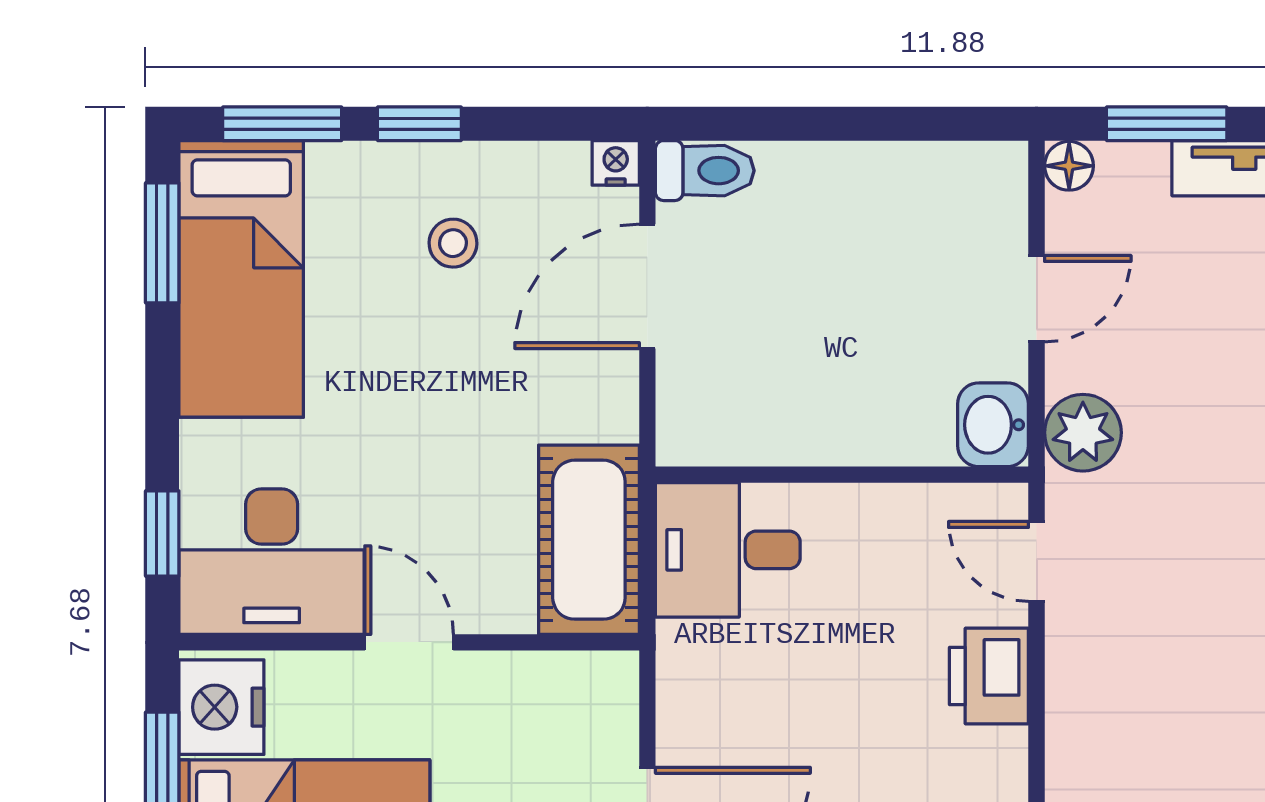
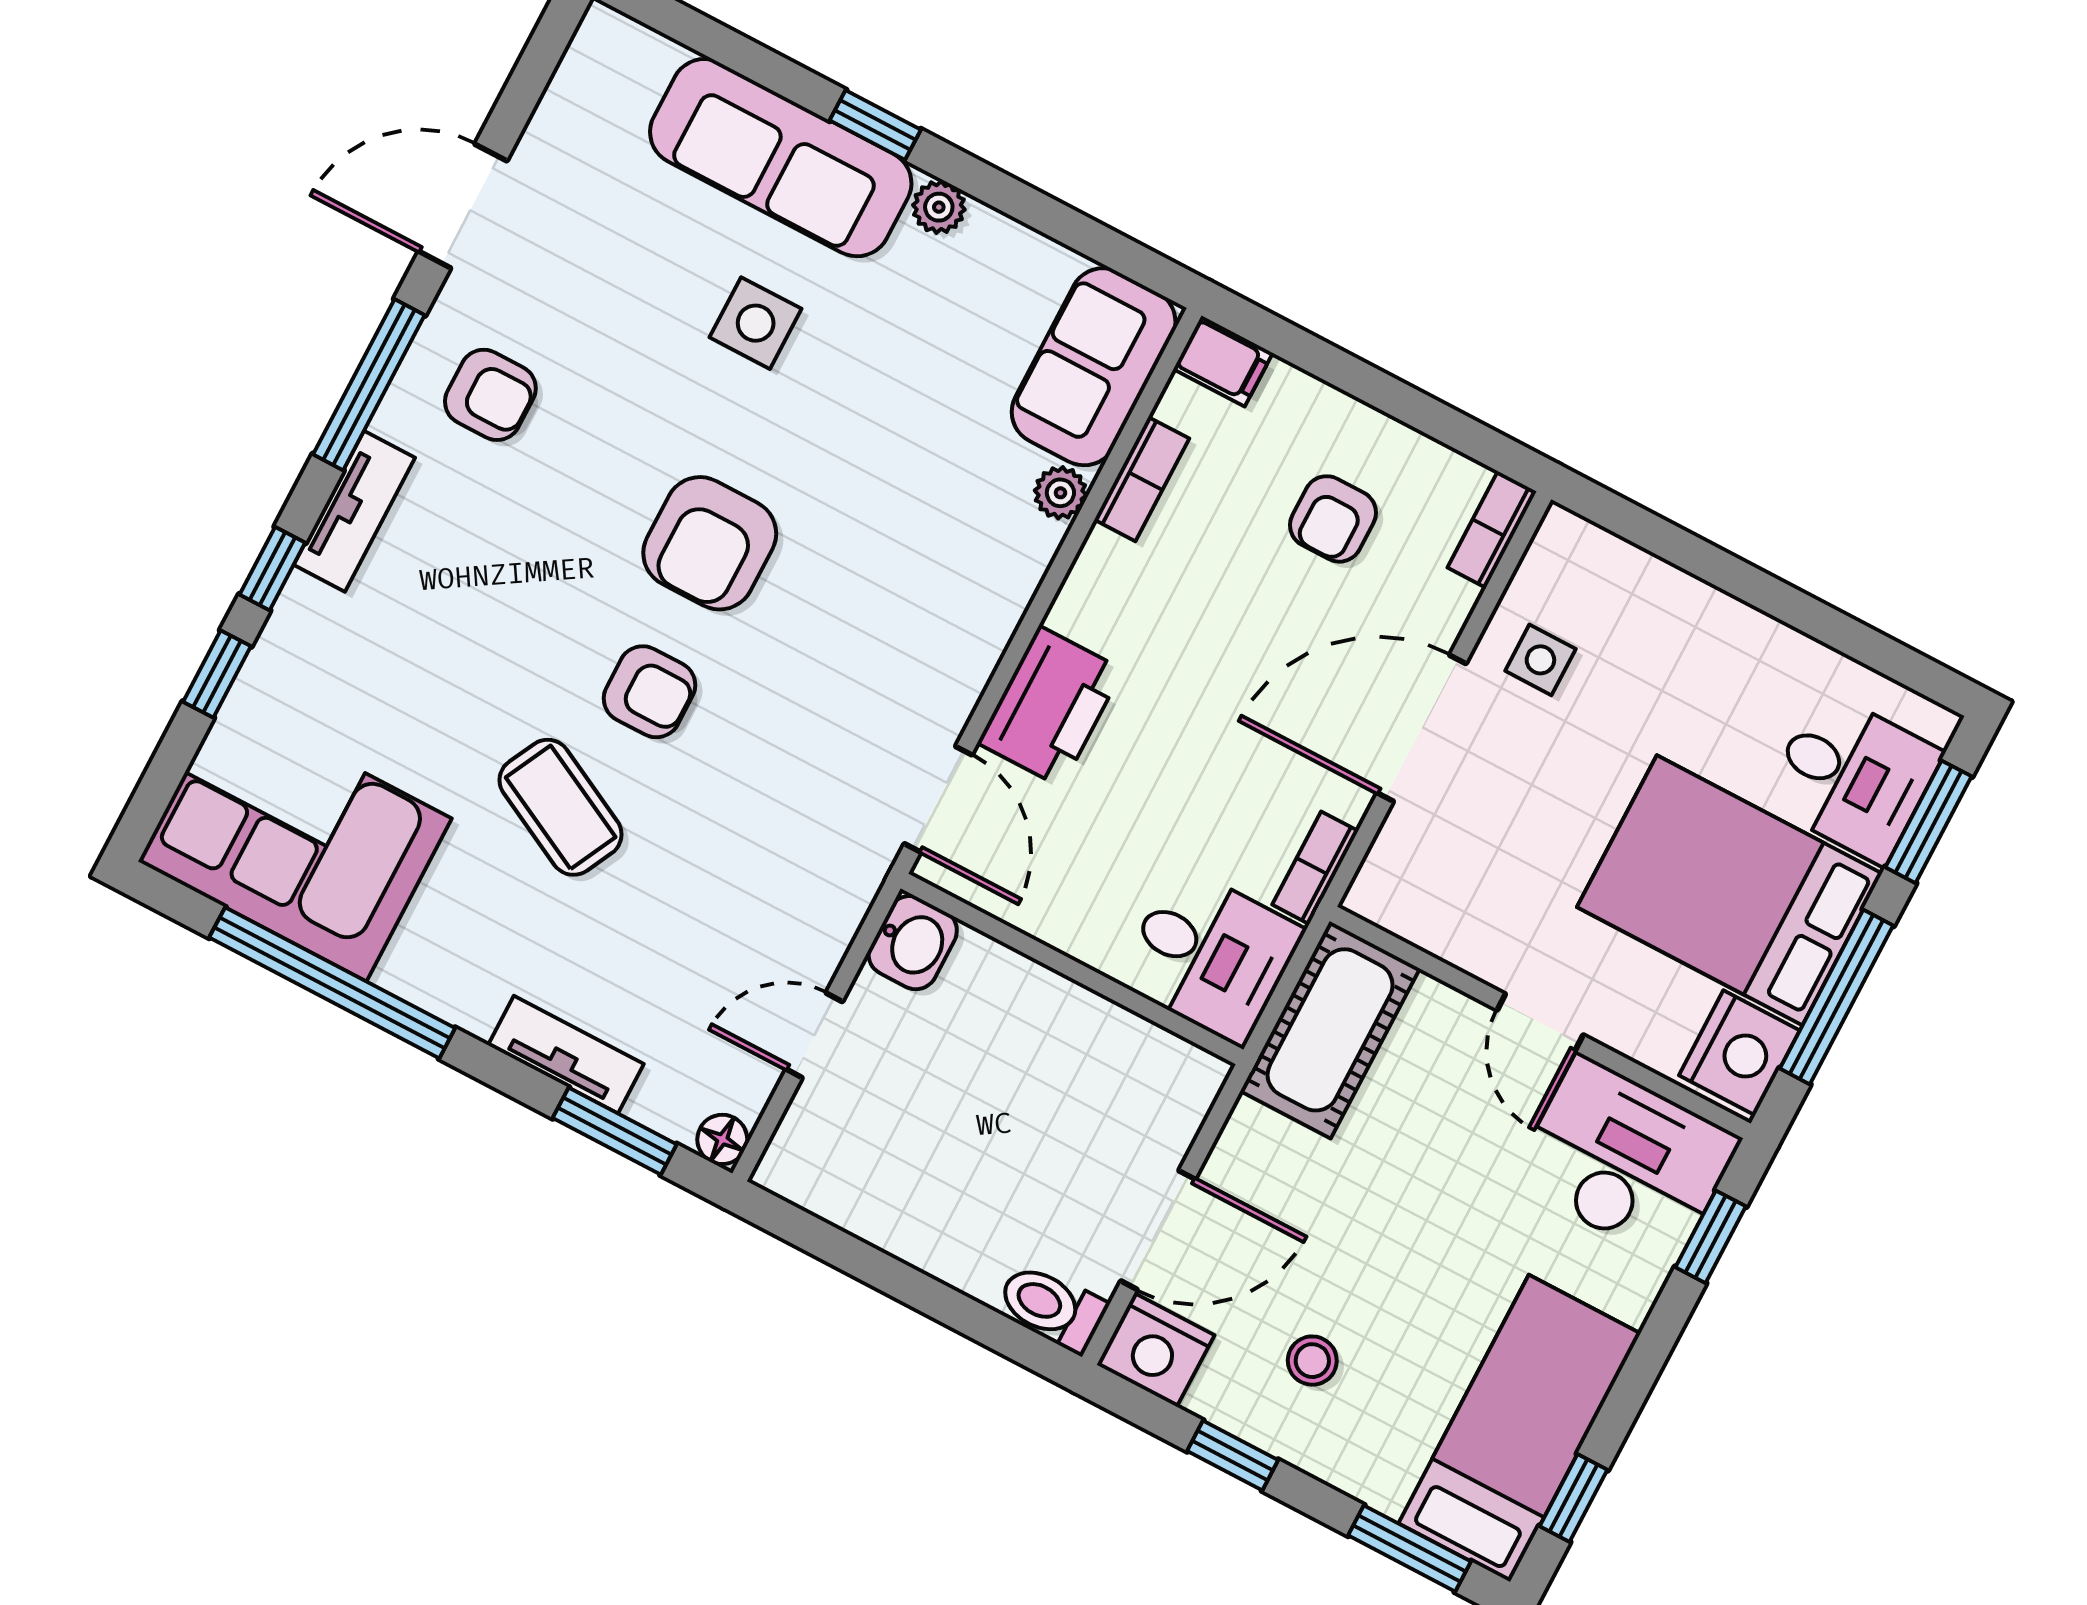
window: (419, 124) -> (1233, 1456), moved
nightstand: (616, 163) -> (1156, 1350), width x1.89, depth x1.79
window: (162, 243) -> (1573, 1498), width x0.67
plant: (1083, 433) -> (836, 893), removed
door: (1037, 561) -> (938, 799), width x1.38
bookcase: (676, 674) -> (1315, 868), added
printer: (989, 676) -> (1050, 706), width x1.37, depth x1.19

